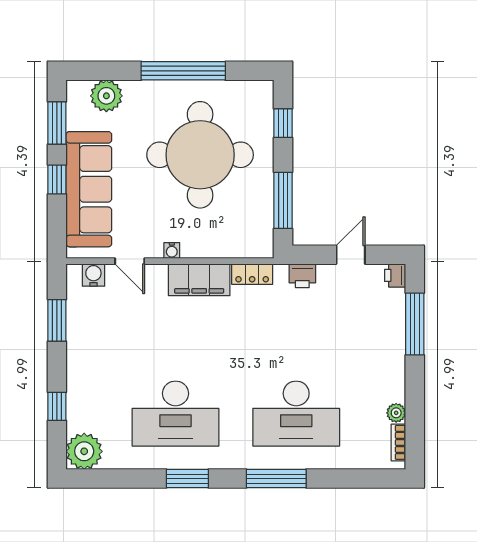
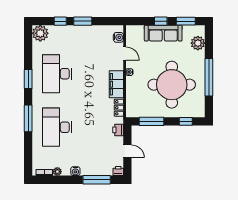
sofa: (89, 189) -> (163, 33), width x0.74, depth x0.79
door: (130, 261) -> (125, 53), swing flipped
window: (57, 320) -> (83, 21), moved
water cooler: (395, 372) -> (75, 171), added

